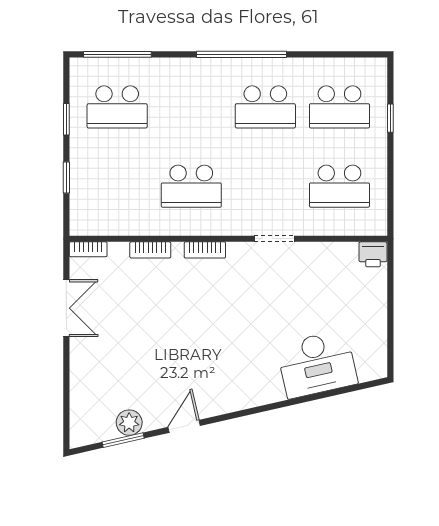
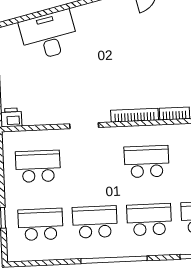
school desk: (191, 107) -> (149, 220), added
bookcase: (205, 250) -> (135, 115), width x1.56

